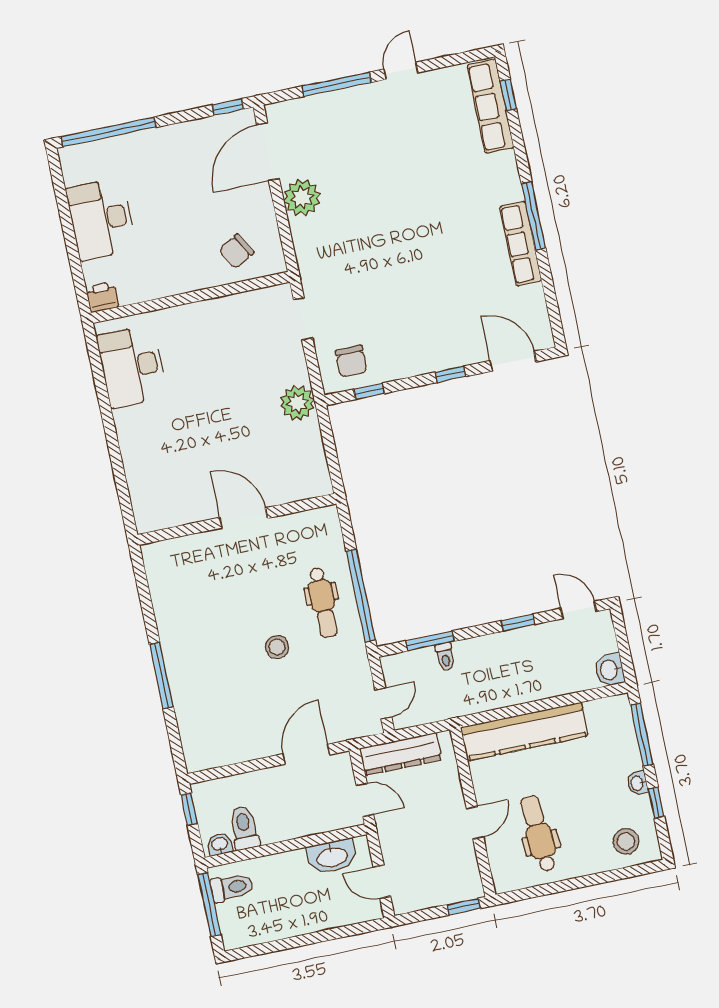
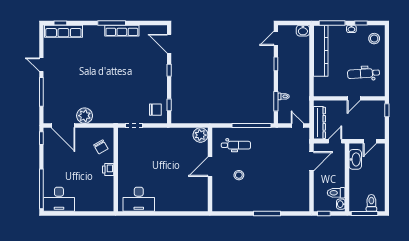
desk: (101, 219) -> (59, 199), moved
printer: (102, 297) -> (108, 170), moved
door: (513, 361) -> (169, 44), hinge flipped
plant: (297, 403) -> (200, 135), moved
dental chair: (323, 602) -> (236, 145), moved
stool: (277, 647) -> (239, 175), moved
kitchen counter: (524, 732) -> (321, 51), moved
door: (306, 754) -> (311, 161), swing flipped
door: (475, 823) -> (354, 98), swing flipped
toilet: (232, 887) -> (371, 203), moved

